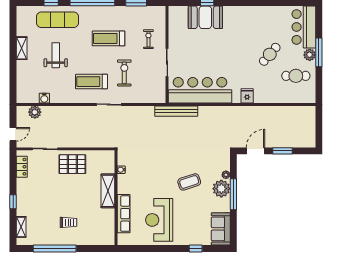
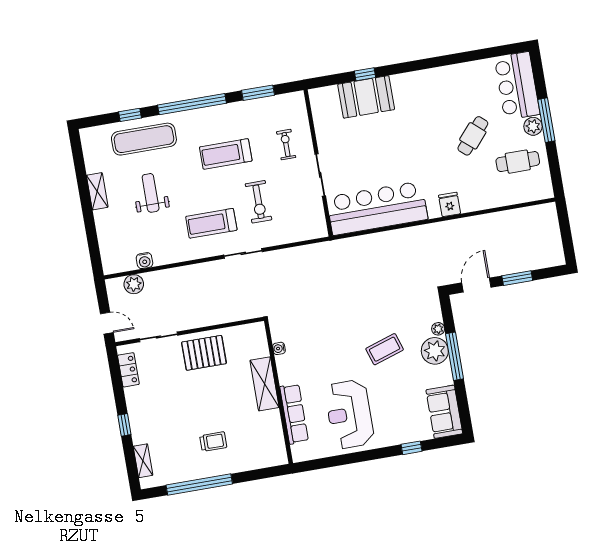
exercise bike: (124, 73) -> (259, 202), turned 180
bench: (176, 111) -> (347, 246), removed
door: (13, 134) -> (107, 323), hinge flipped

